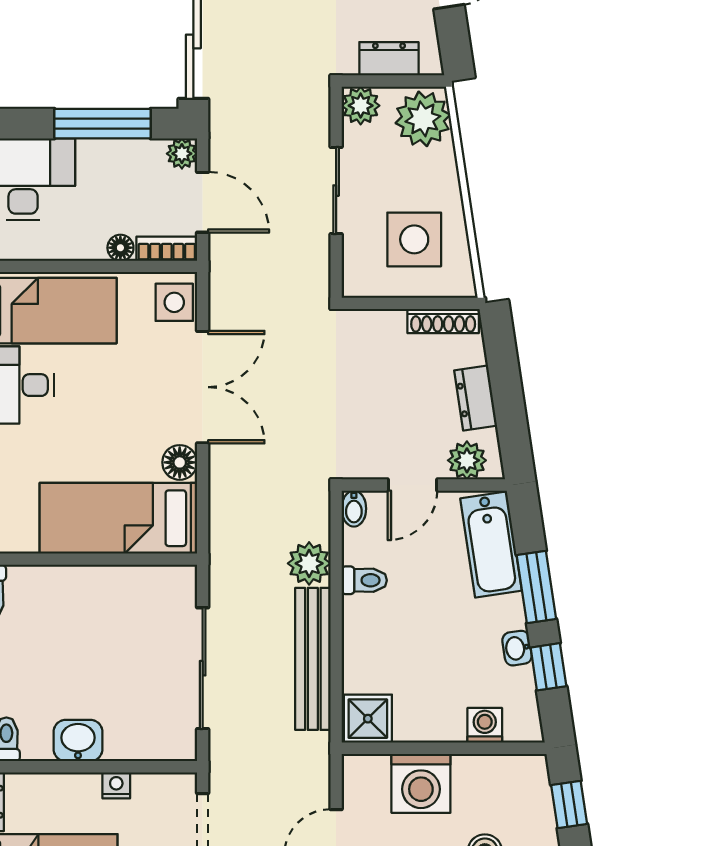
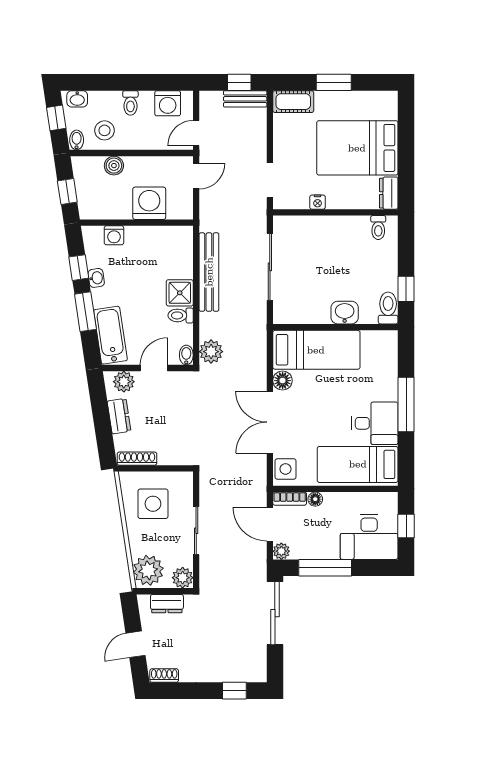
plant: (309, 563) -> (211, 352), moved
shower: (368, 719) -> (180, 293), moved
washbasin: (78, 741) -> (345, 313), moved, turned 180

